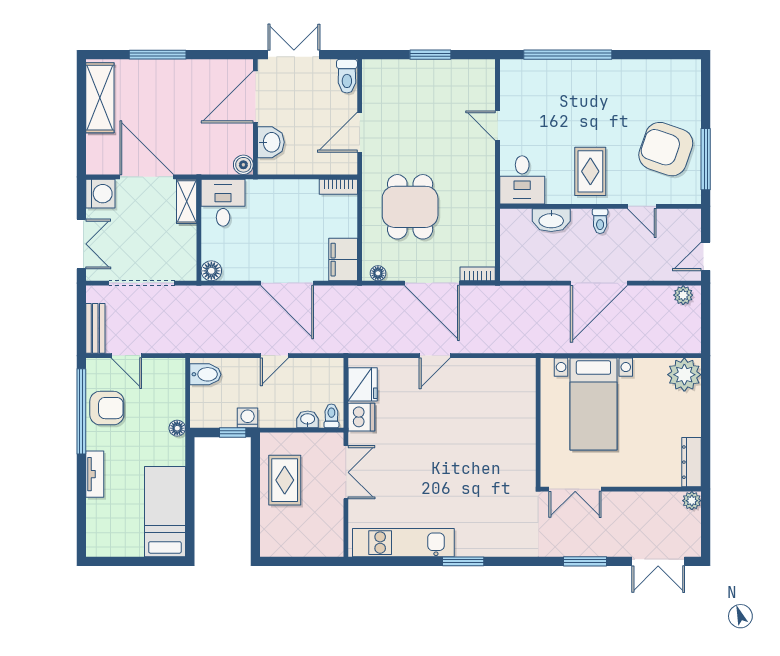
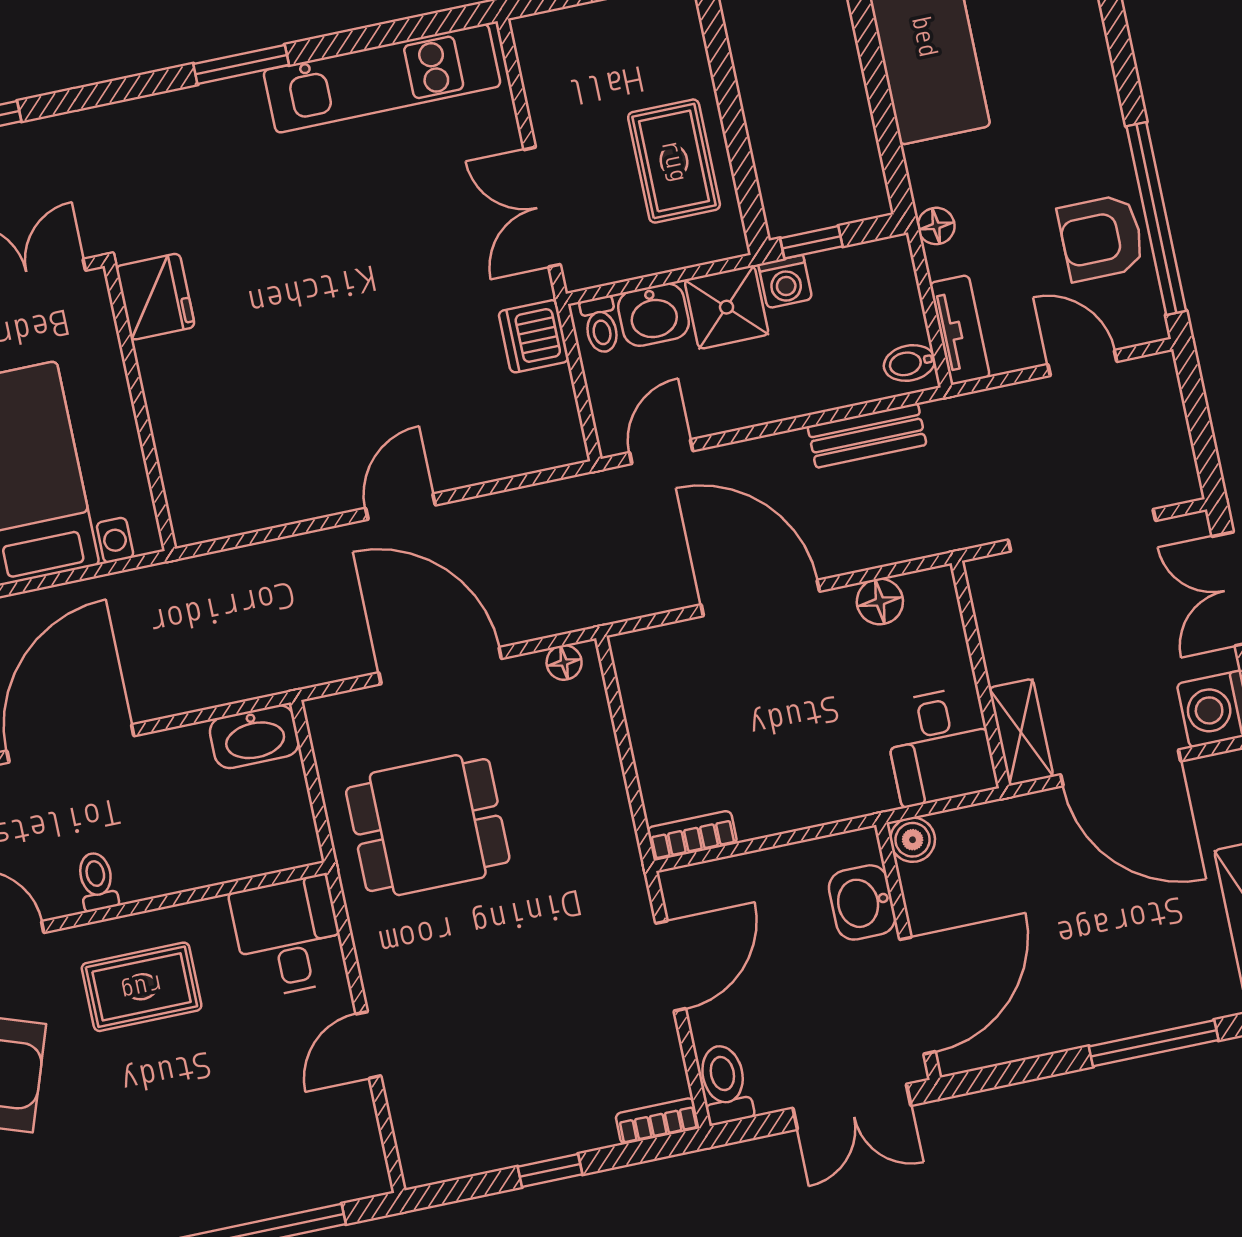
window: (430, 55) -> (550, 1170), width x0.67
door: (498, 126) -> (368, 1045), swing flipped
rug: (590, 171) -> (142, 987), turned 90
dining table: (410, 207) -> (428, 825), moved, turned 90
washbasin: (551, 220) -> (254, 737), moved, turned 180
filing cabinet: (343, 260) -> (648, 676), removed
floor lamp: (211, 271) -> (880, 602), moved
bookcase: (478, 274) -> (657, 1121), moved, turned 180
bench: (95, 328) -> (867, 436), moved, turned 90
door: (274, 356) -> (661, 452), moved
bidet: (205, 374) -> (909, 363), width x0.72, depth x0.74
fridge: (363, 384) -> (155, 297), moved, turned 180
shower: (275, 412) -> (727, 307), added
washbasin: (308, 419) -> (653, 315), width x1.38, depth x1.45
tv unit: (95, 474) -> (960, 330), moved, turned 180

